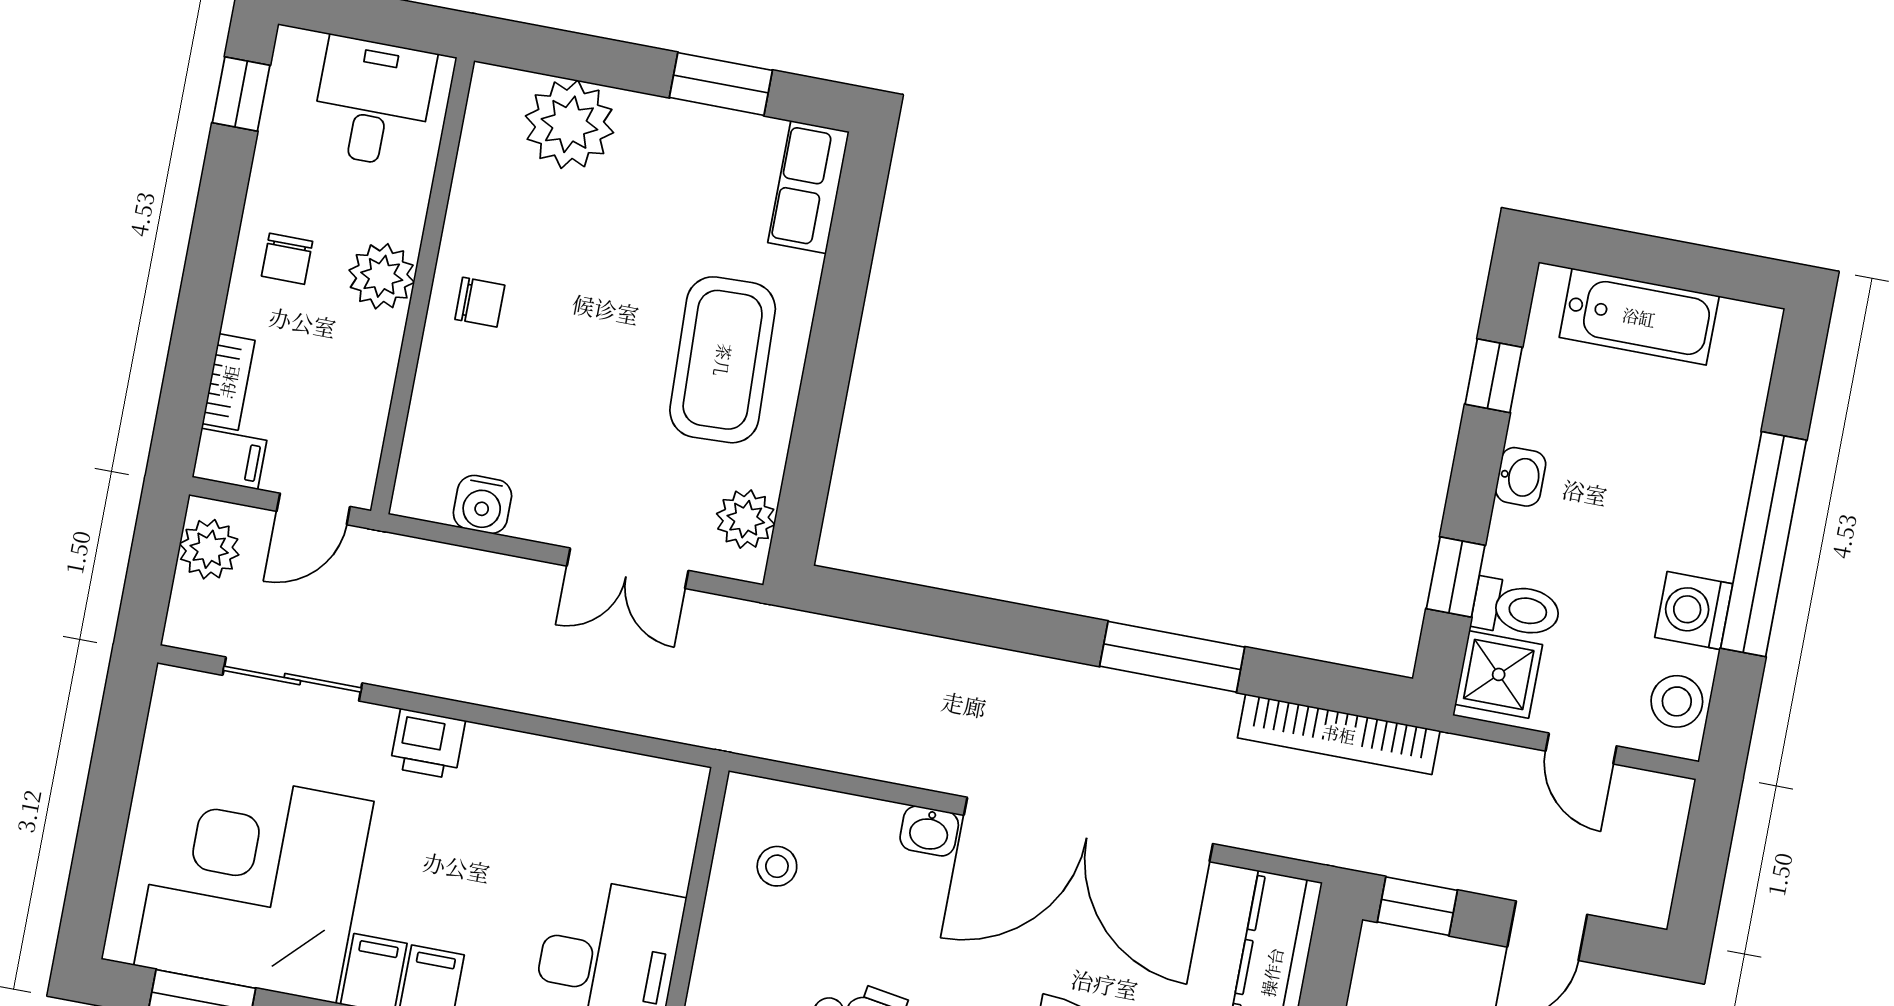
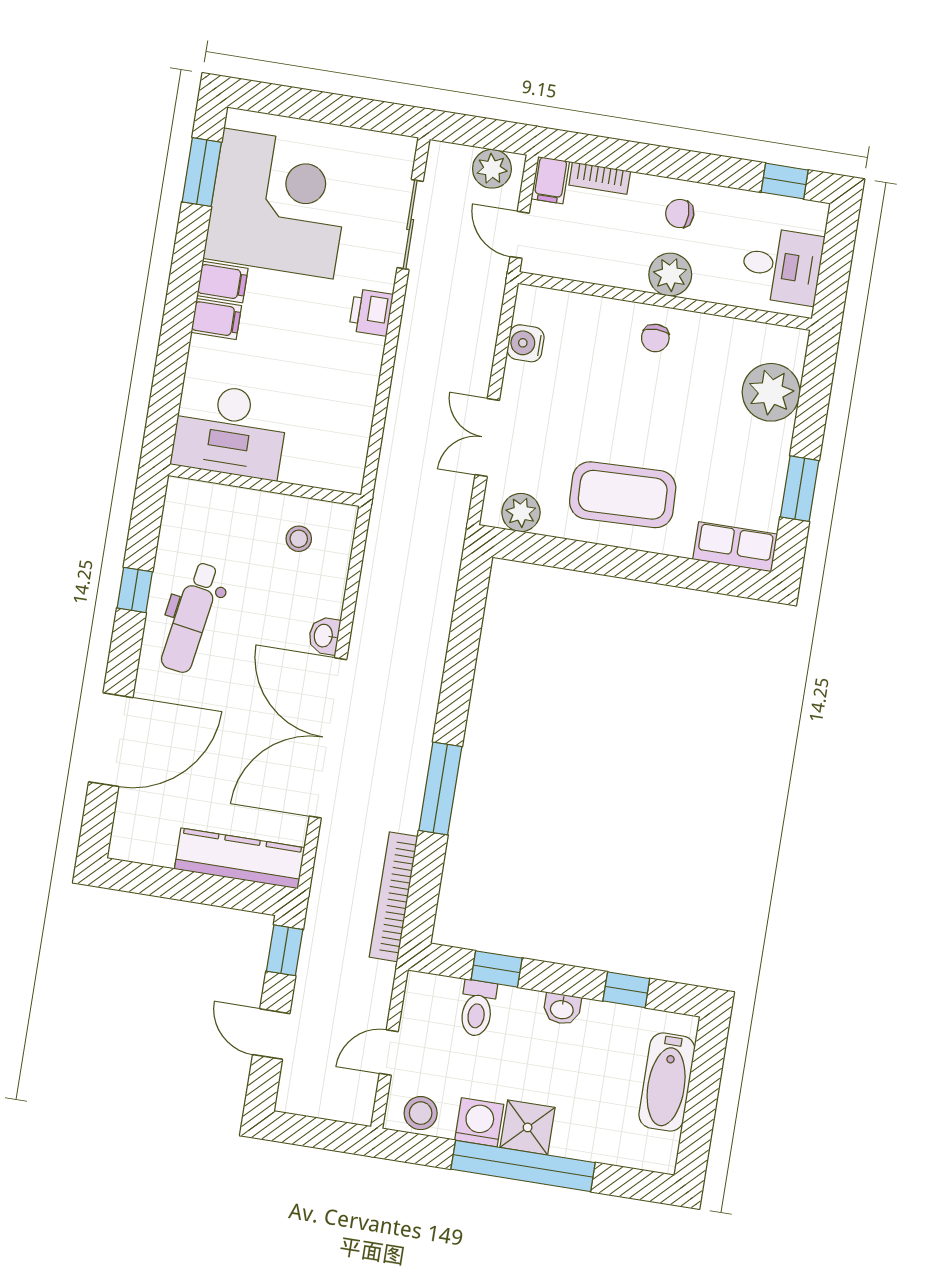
shower: (1499, 674) -> (528, 1127), moved

